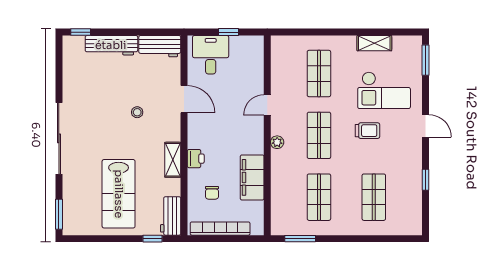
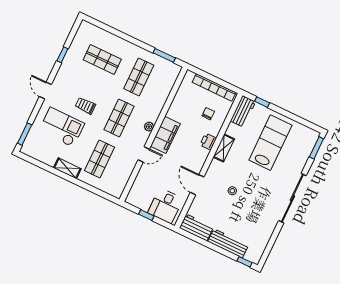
shelving: (374, 43) -> (67, 168), moved
filing cabinet: (252, 177) -> (165, 135), moved
shop shelf: (374, 197) -> (102, 60), turned 90

